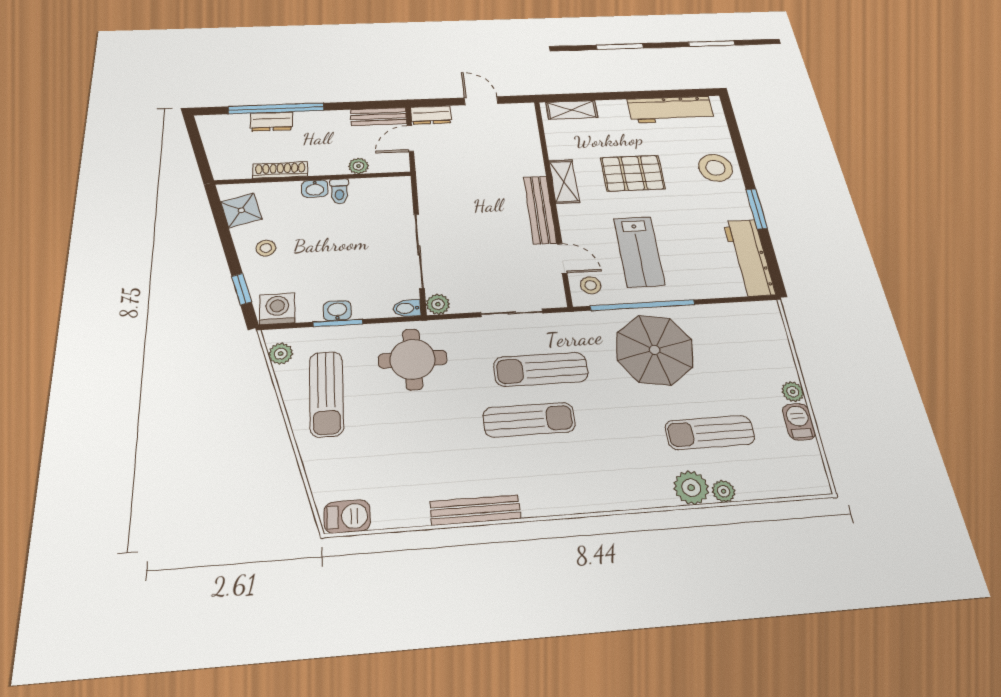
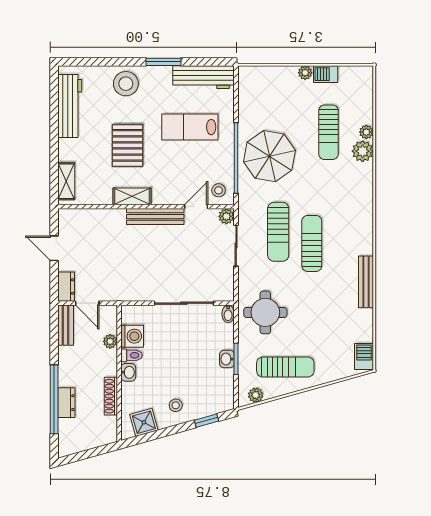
door: (481, 101) -> (54, 248), hinge flipped
lab bench: (639, 251) -> (190, 127), moved, turned 180
plant: (438, 304) -> (226, 216), moved
washing machine: (277, 309) -> (132, 336), moved, turned 180

